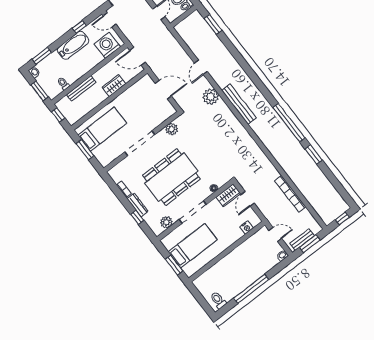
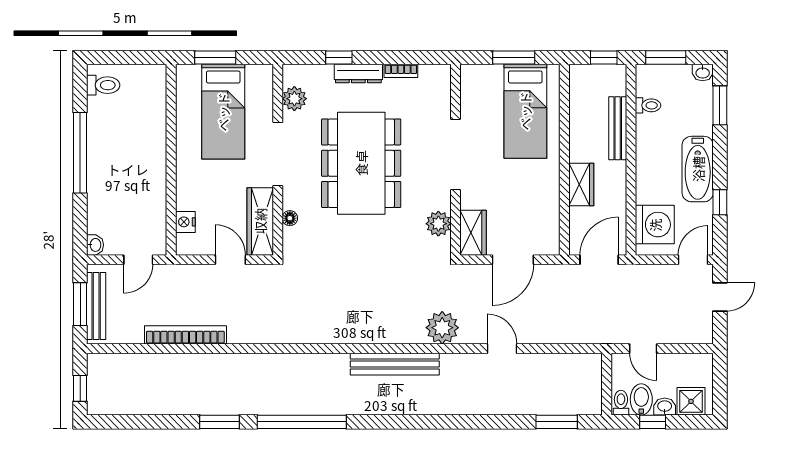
wardrobe: (165, 113) -> (473, 233), added
wardrobe: (228, 195) -> (260, 221), width x1.50
bench: (302, 240) -> (96, 306), width x1.36

